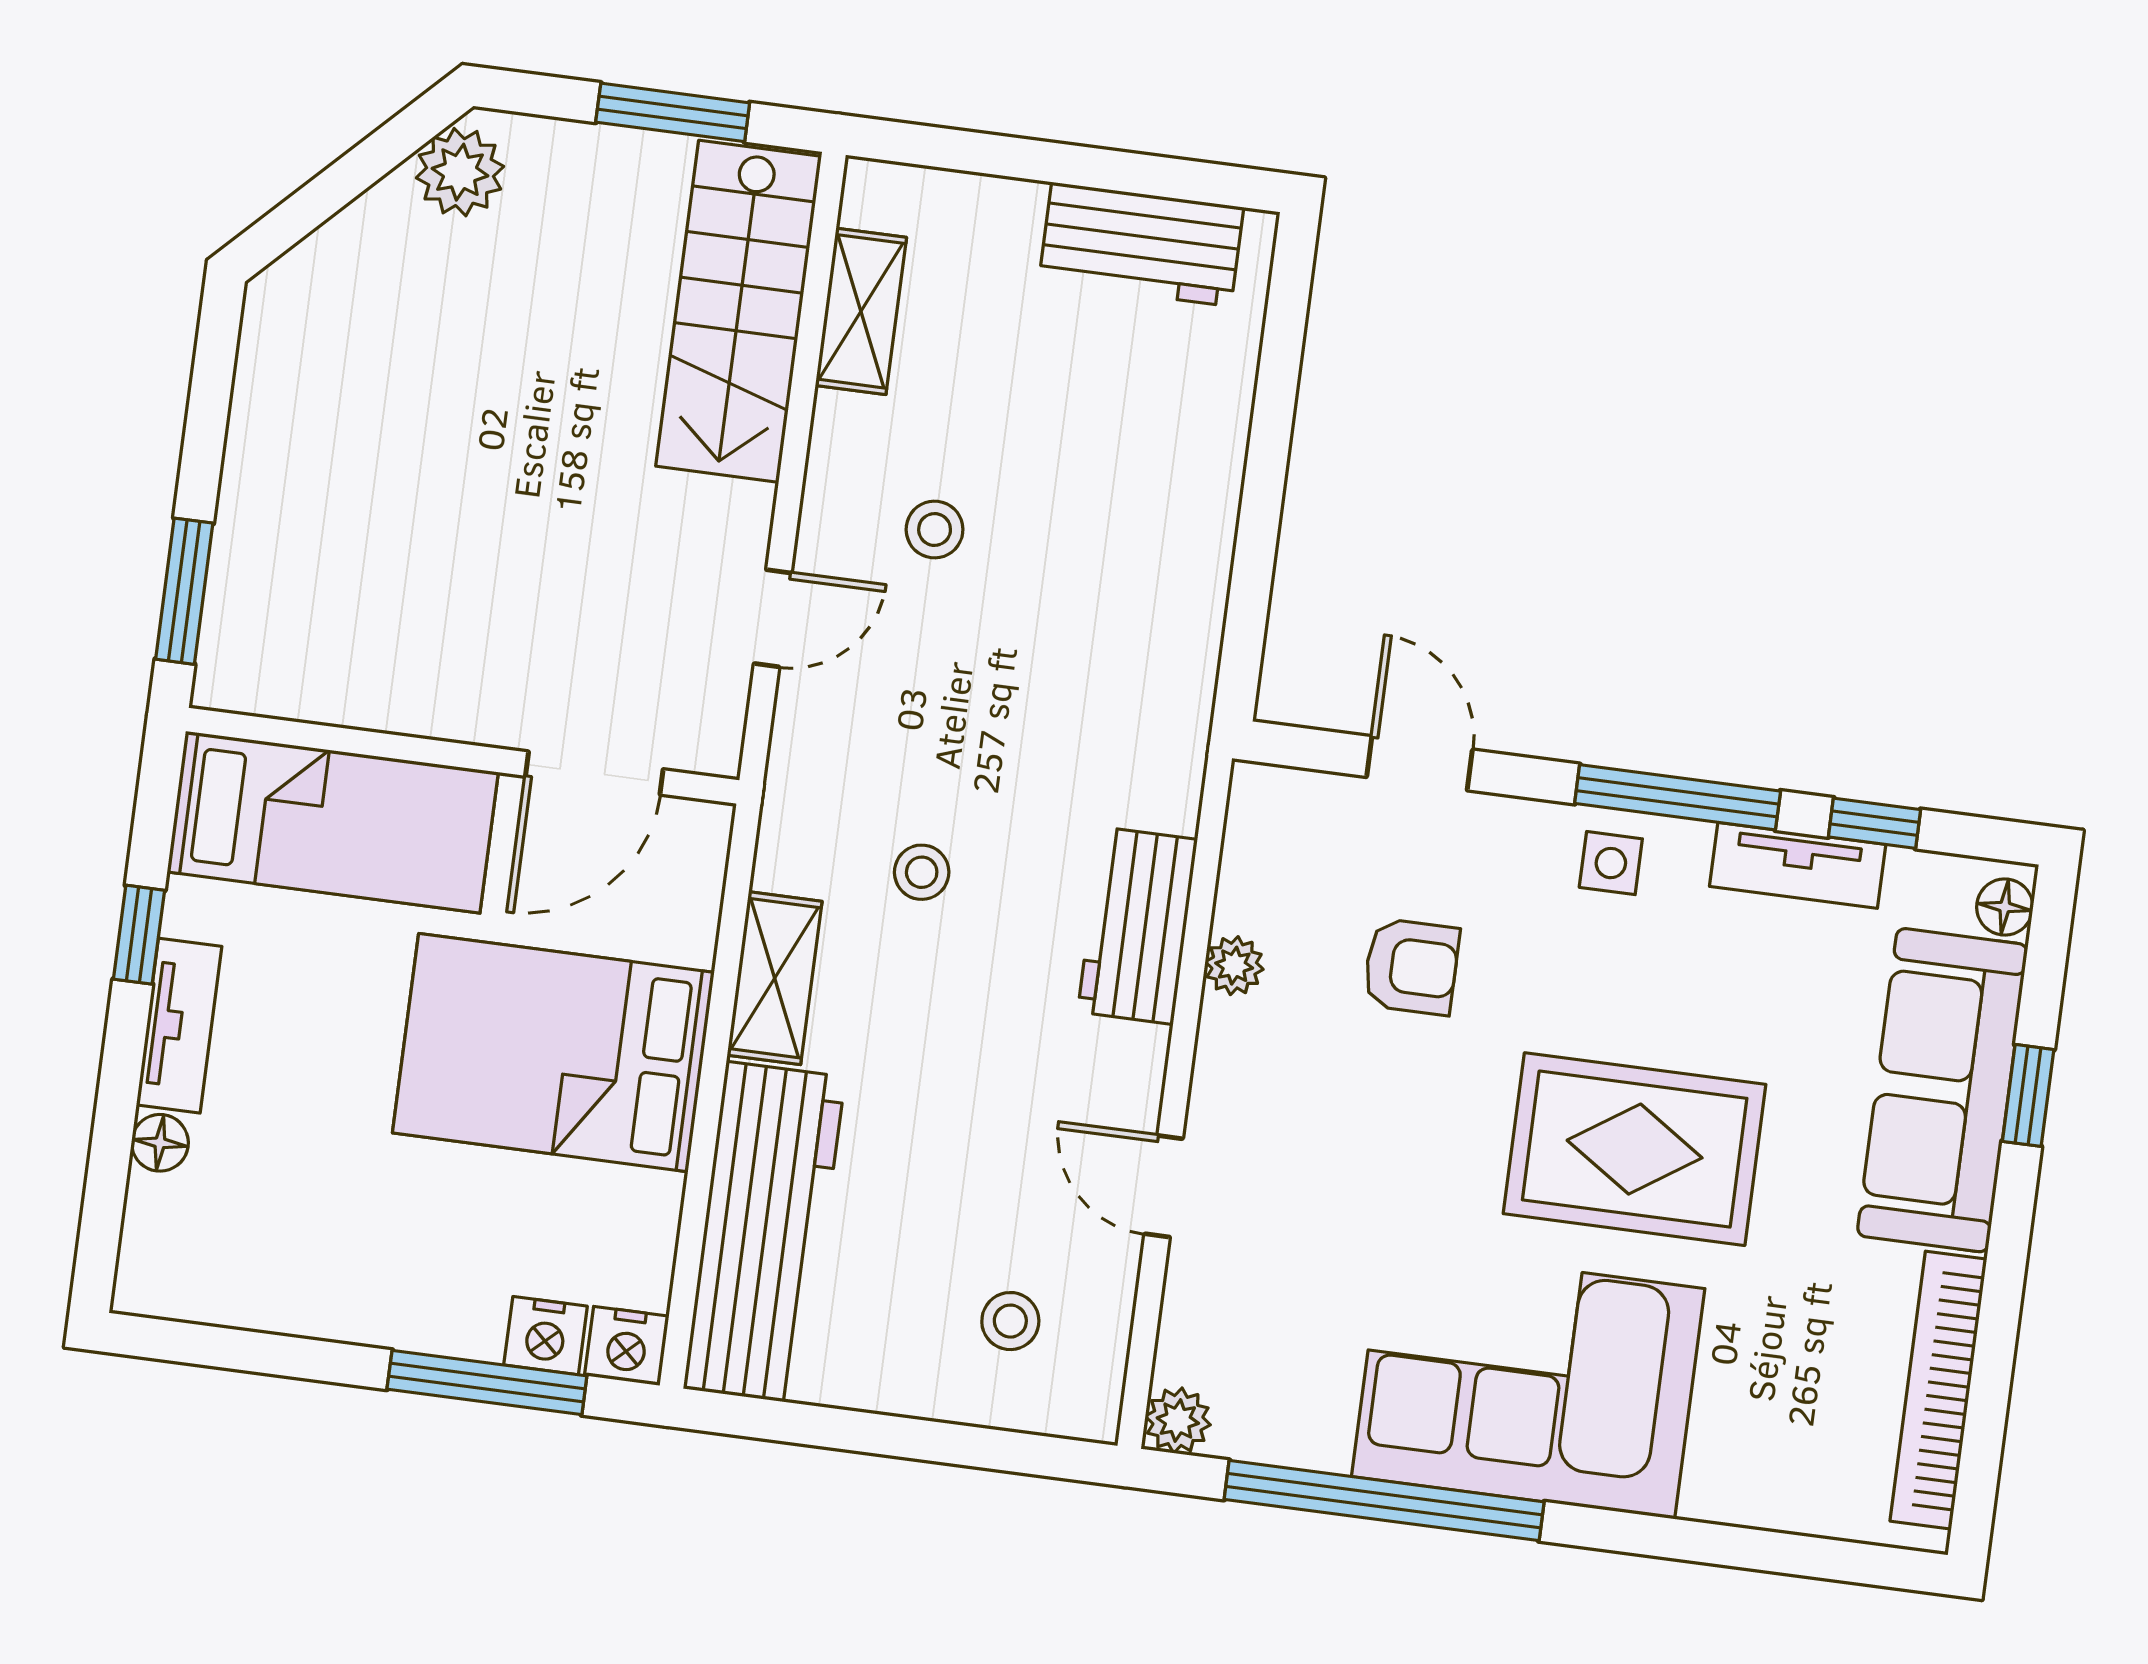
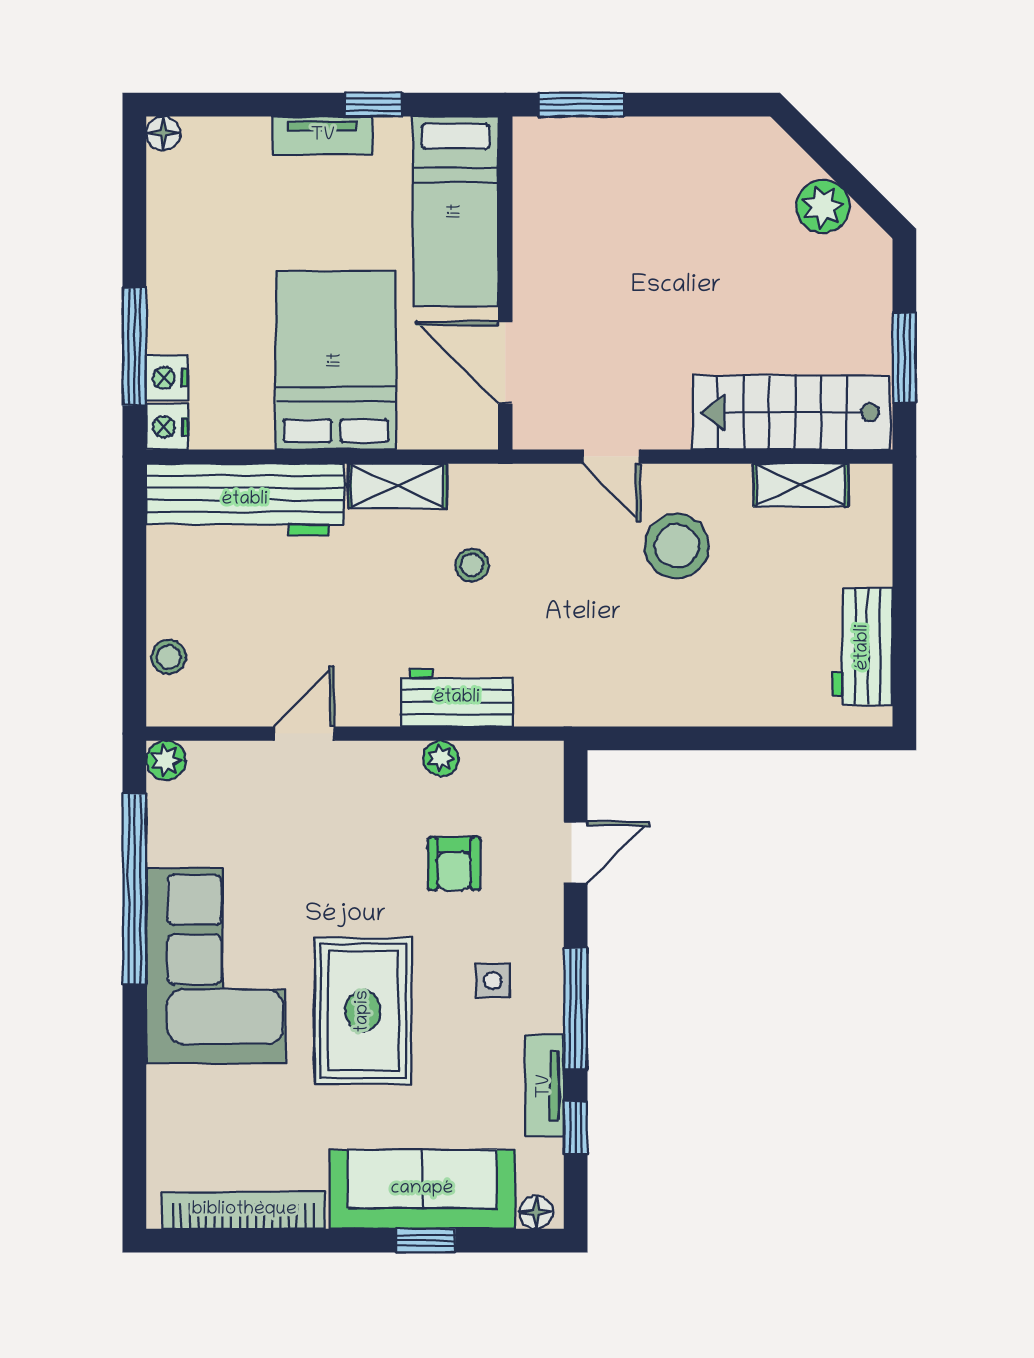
plant: (460, 172) -> (823, 206), moved
stool: (935, 530) -> (677, 546), width x1.89, depth x1.89
side table: (1611, 863) -> (493, 981), moved
floor lamp: (160, 1143) -> (163, 133), moved
stool: (1010, 1321) -> (169, 657), moved

